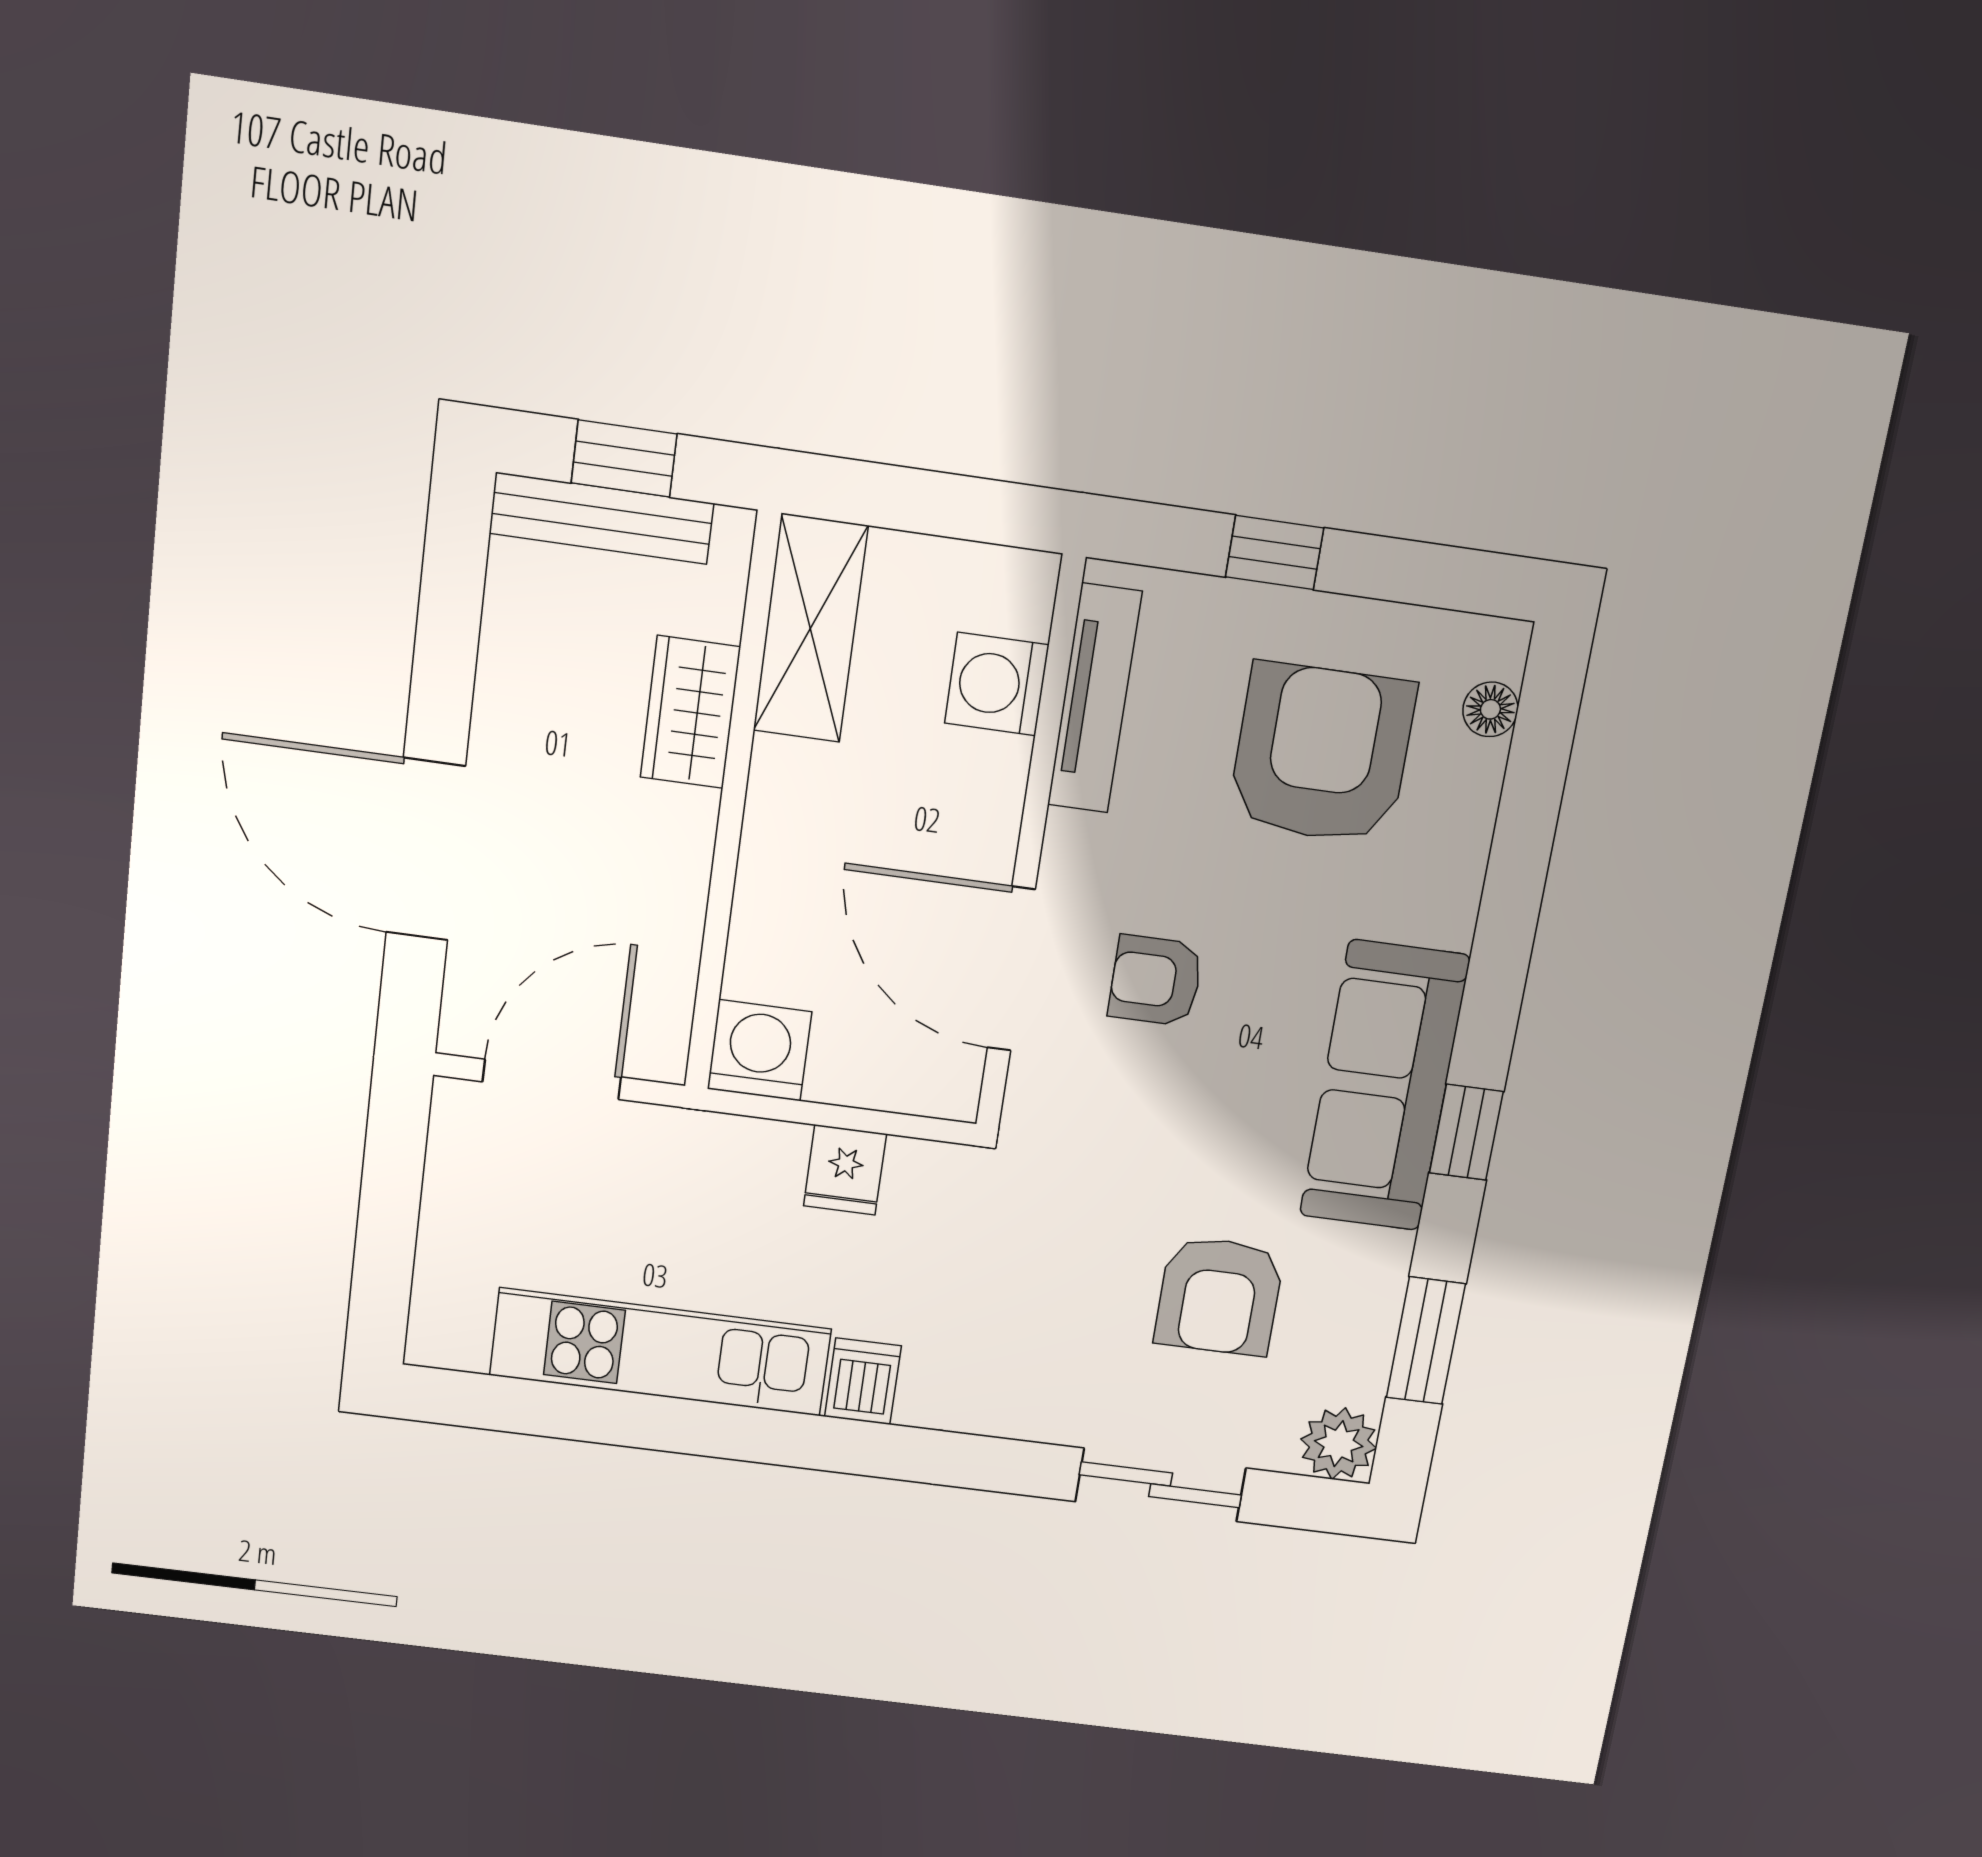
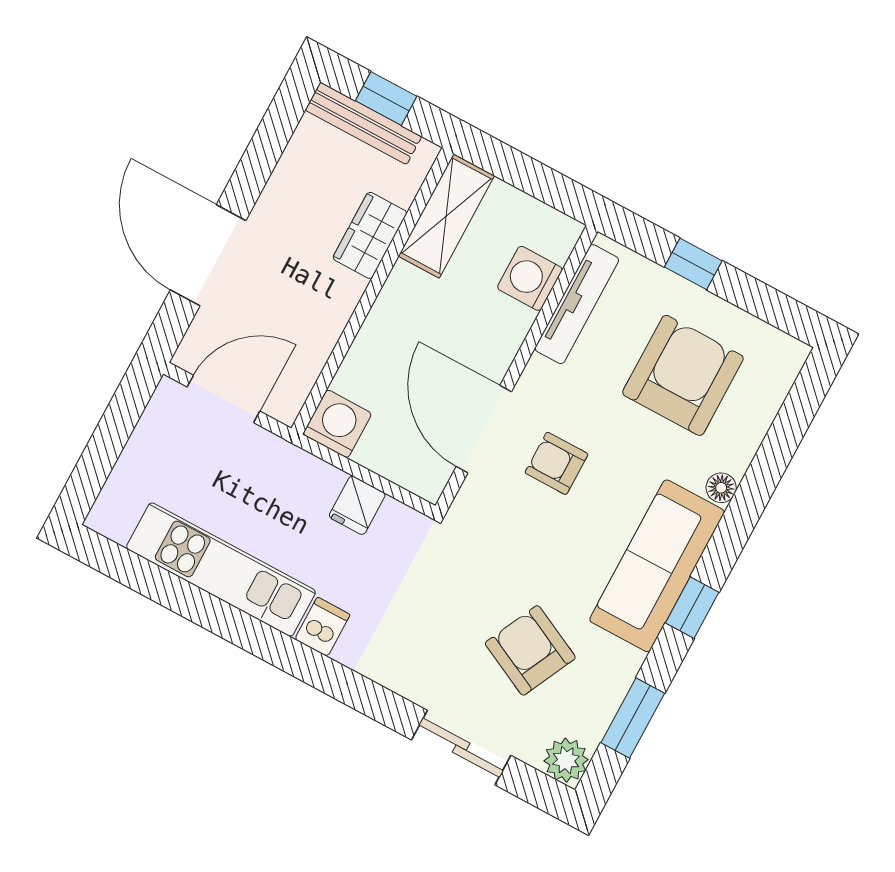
floor lamp: (1490, 709) -> (721, 488), moved
armchair: (1219, 1296) -> (530, 650), turned 116

